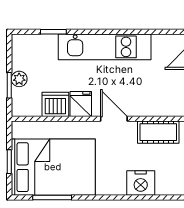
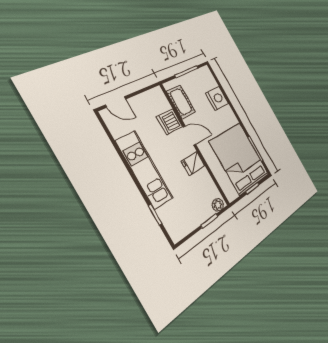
plant: (19, 79) -> (218, 205), moved
dishwasher: (55, 104) -> (170, 122), moved
door: (114, 119) -> (190, 136), swing flipped

